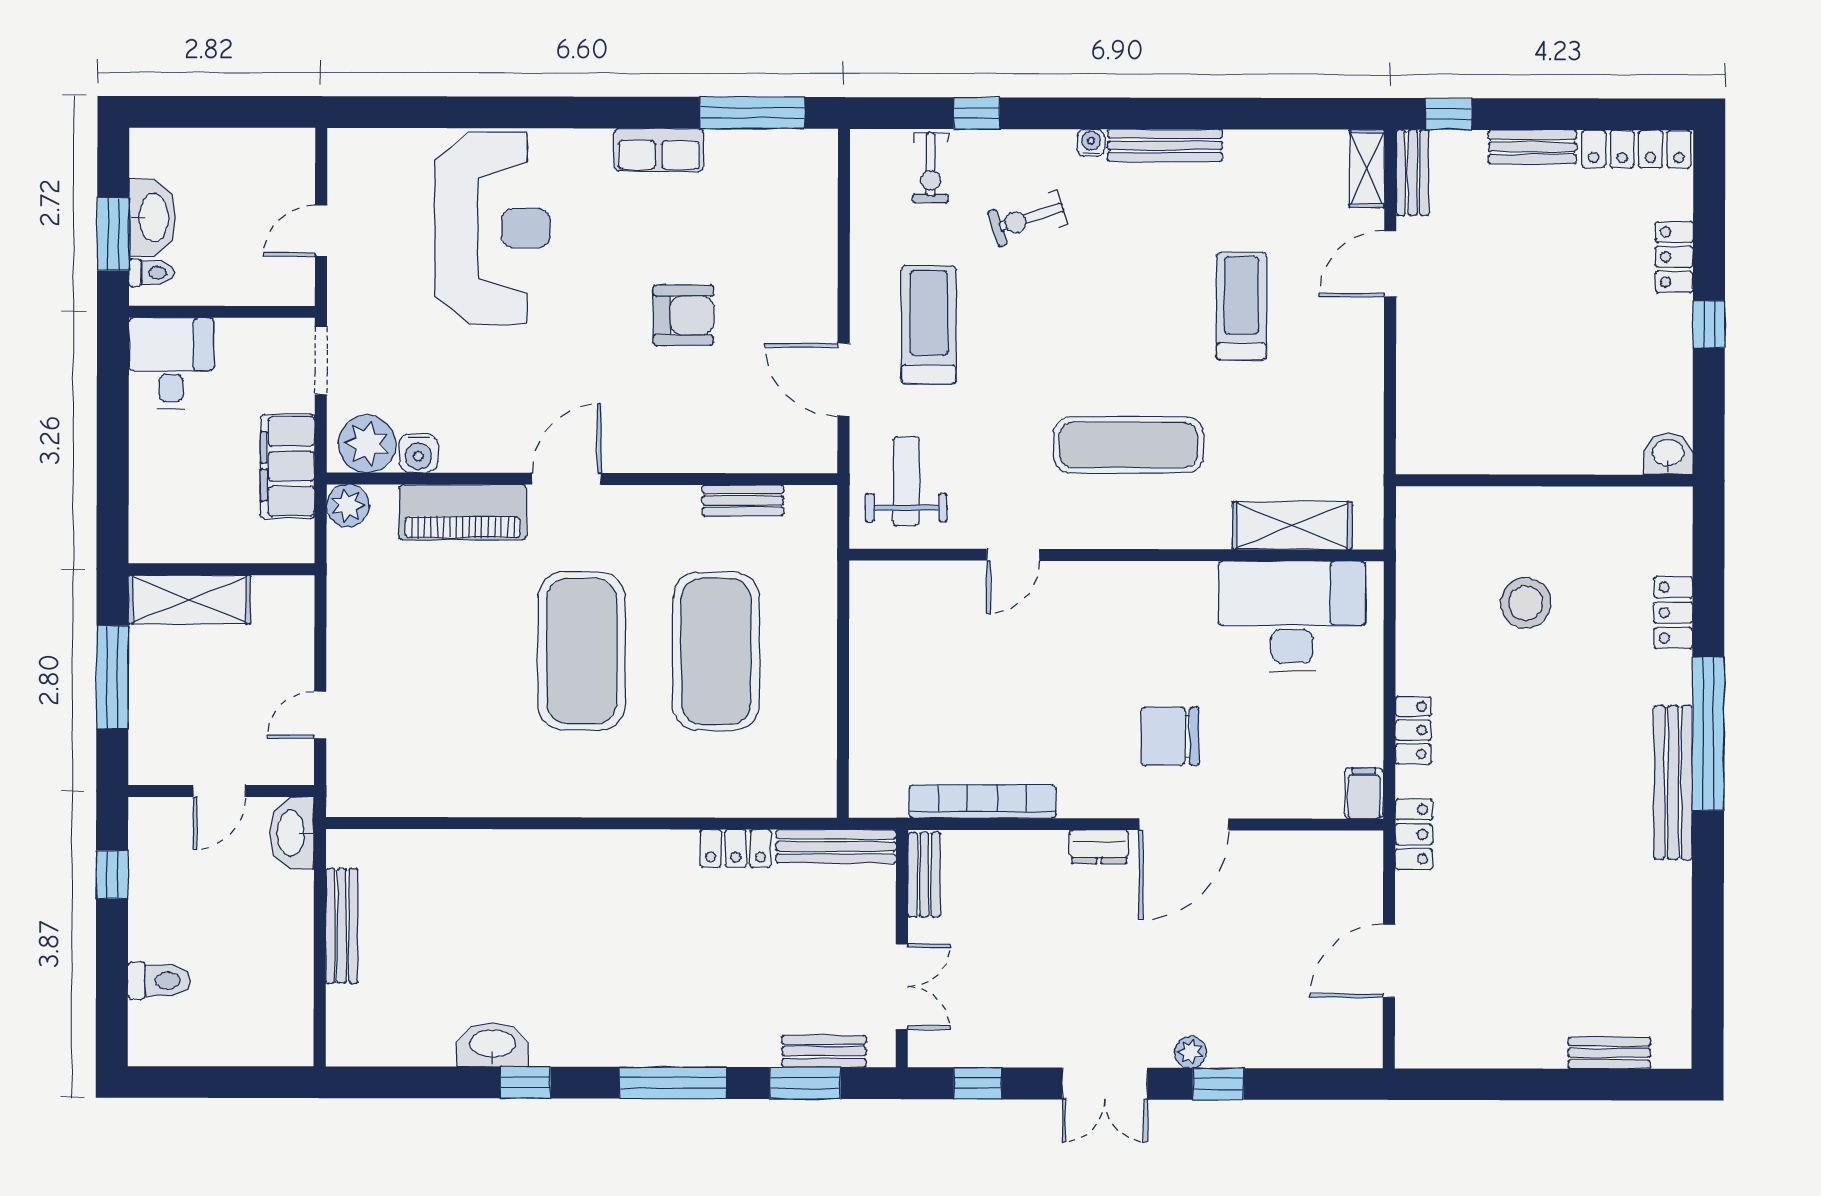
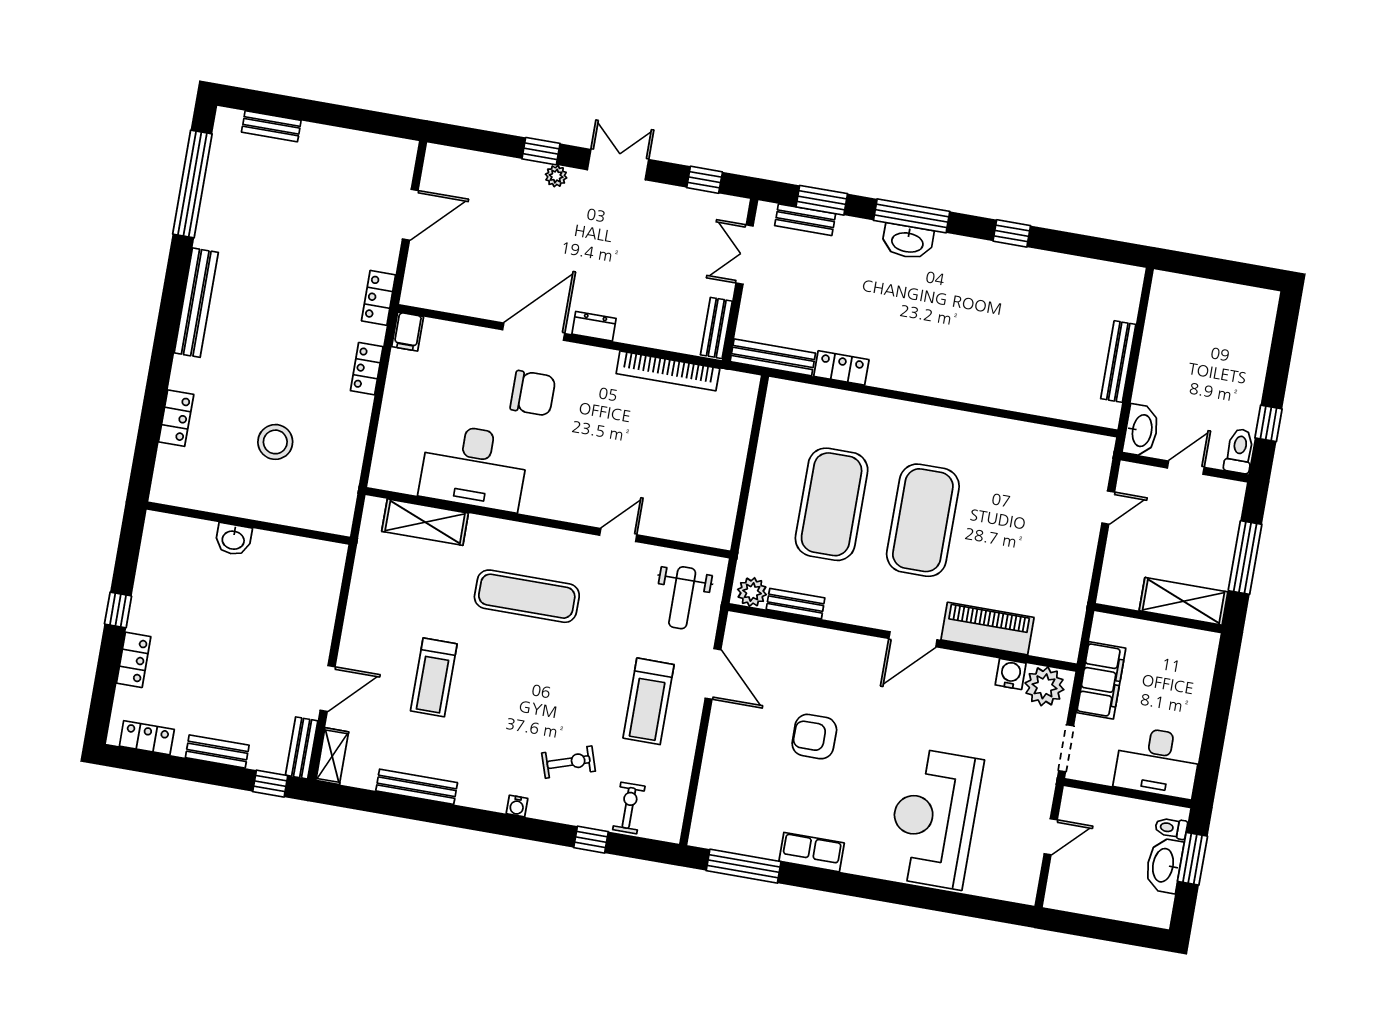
bench: (1165, 145) -> (417, 787), moved
locker: (1636, 149) -> (147, 738), width x0.66
desk: (171, 363) -> (1158, 762), width x1.37
washbasin: (1668, 454) -> (233, 539), moved
plant: (348, 506) -> (752, 592), moved
desk: (1292, 616) -> (474, 467), moved
window: (1708, 734) -> (192, 184), moved
toilet: (159, 981) -> (1239, 451), moved, turned 90
washbasin: (492, 1045) -> (908, 242), moved

